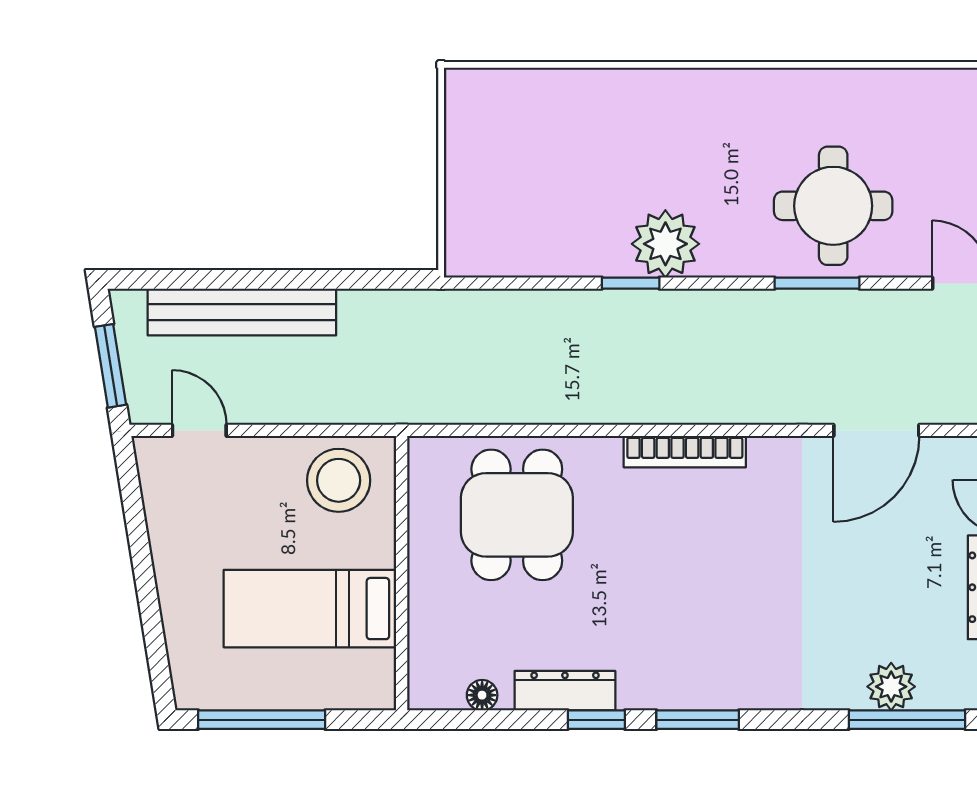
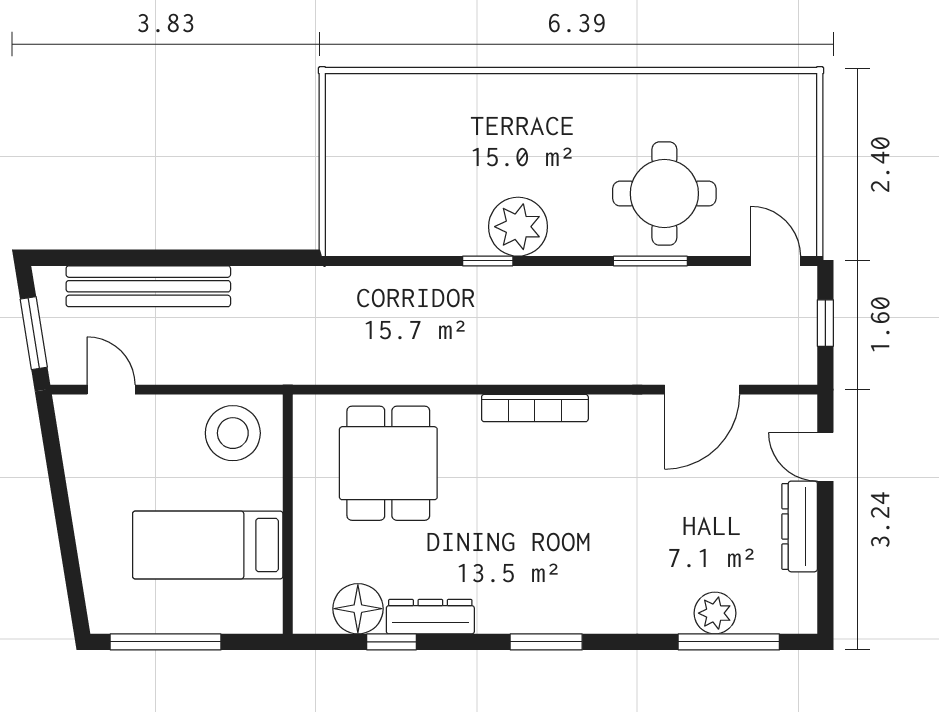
floor lamp: (482, 695) -> (358, 609), width x1.89, depth x1.89
window: (596, 720) -> (392, 642), moved

